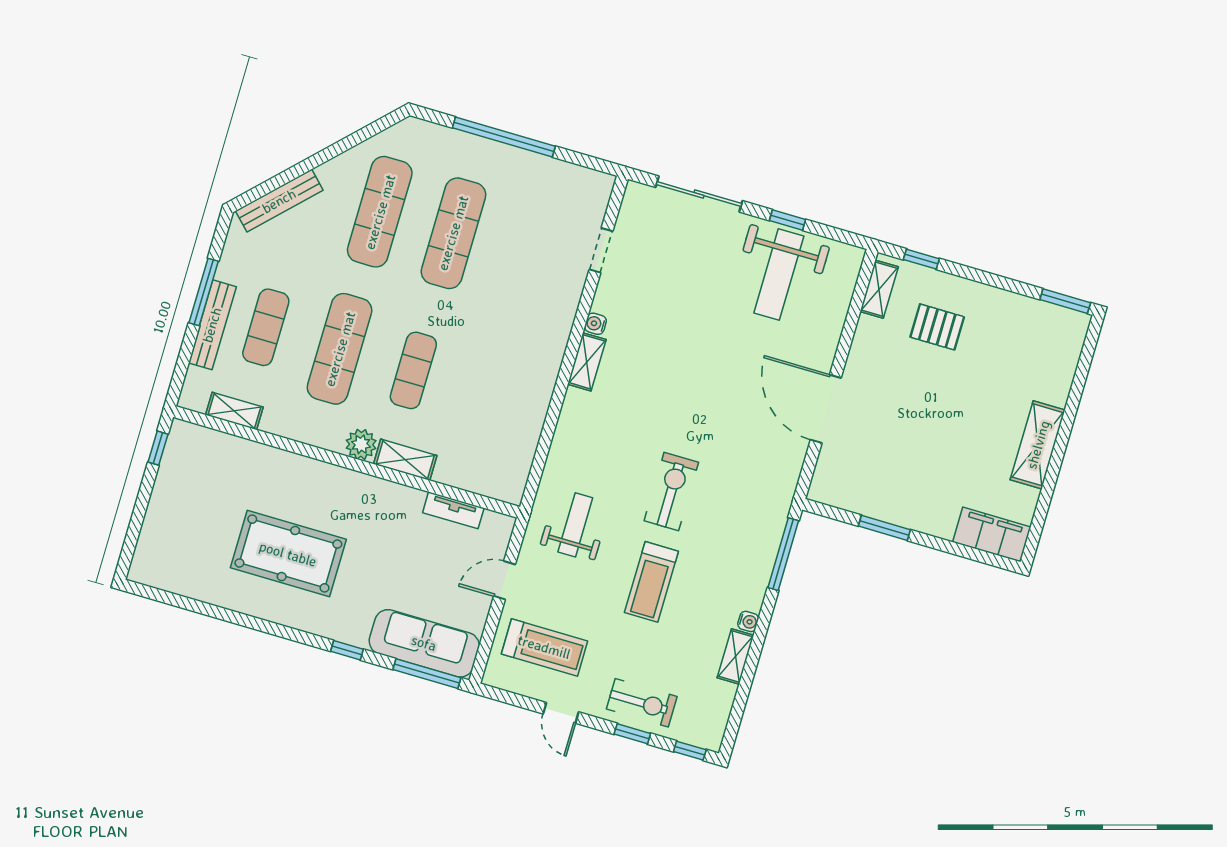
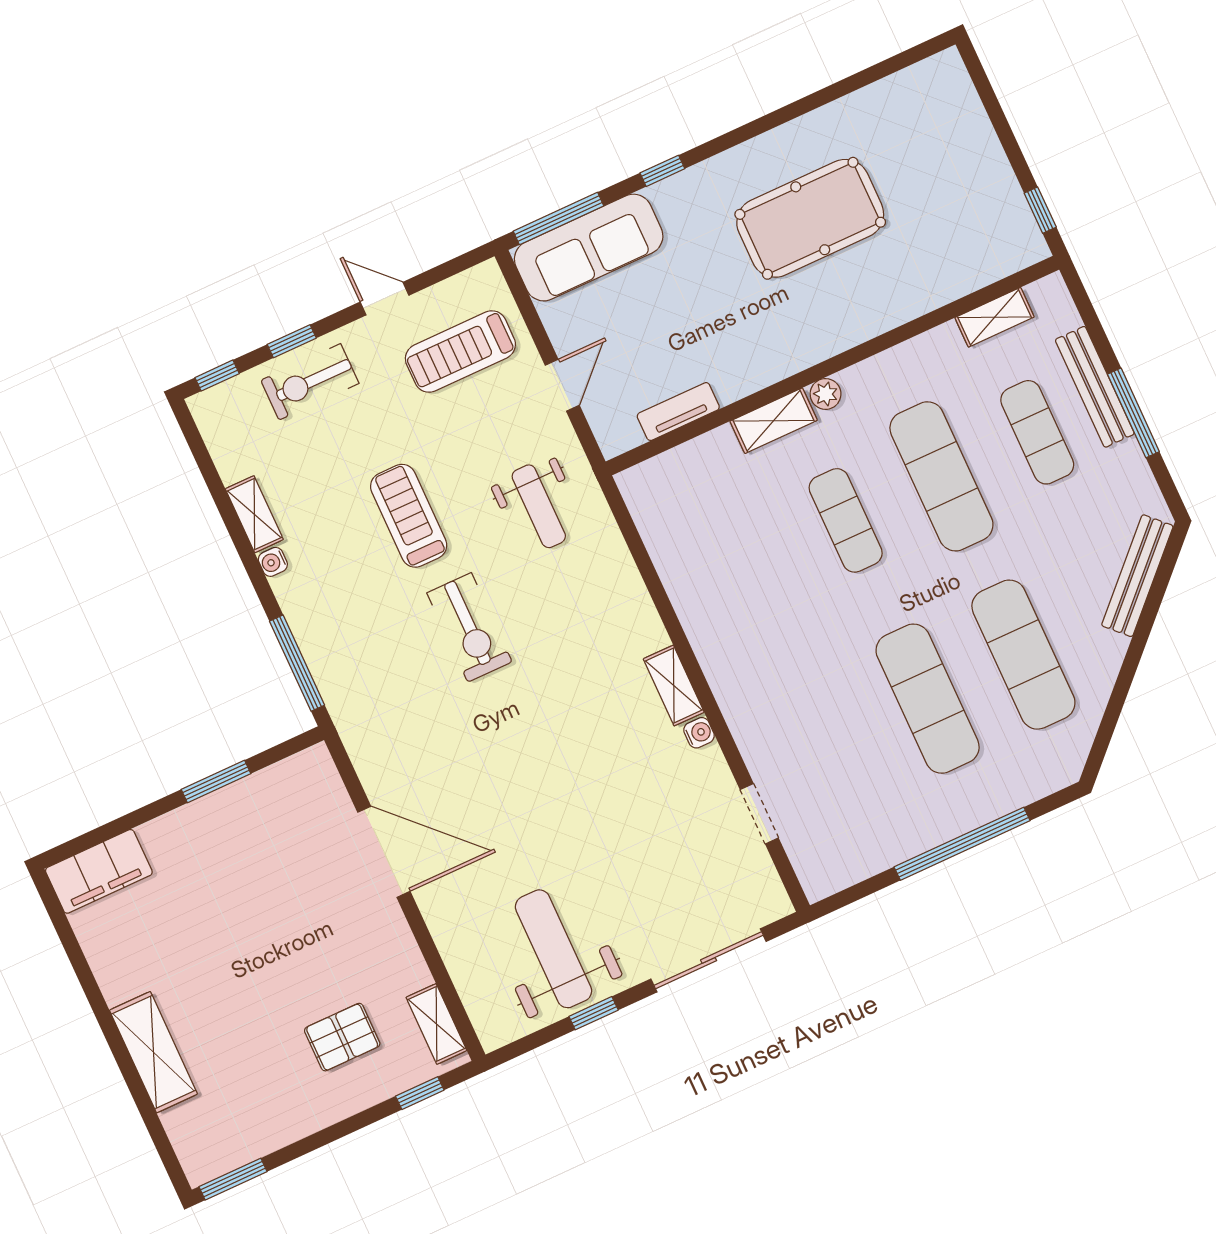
plant: (361, 444) -> (826, 394), width x0.73, depth x0.73
shelving: (1038, 445) -> (153, 1052), moved

